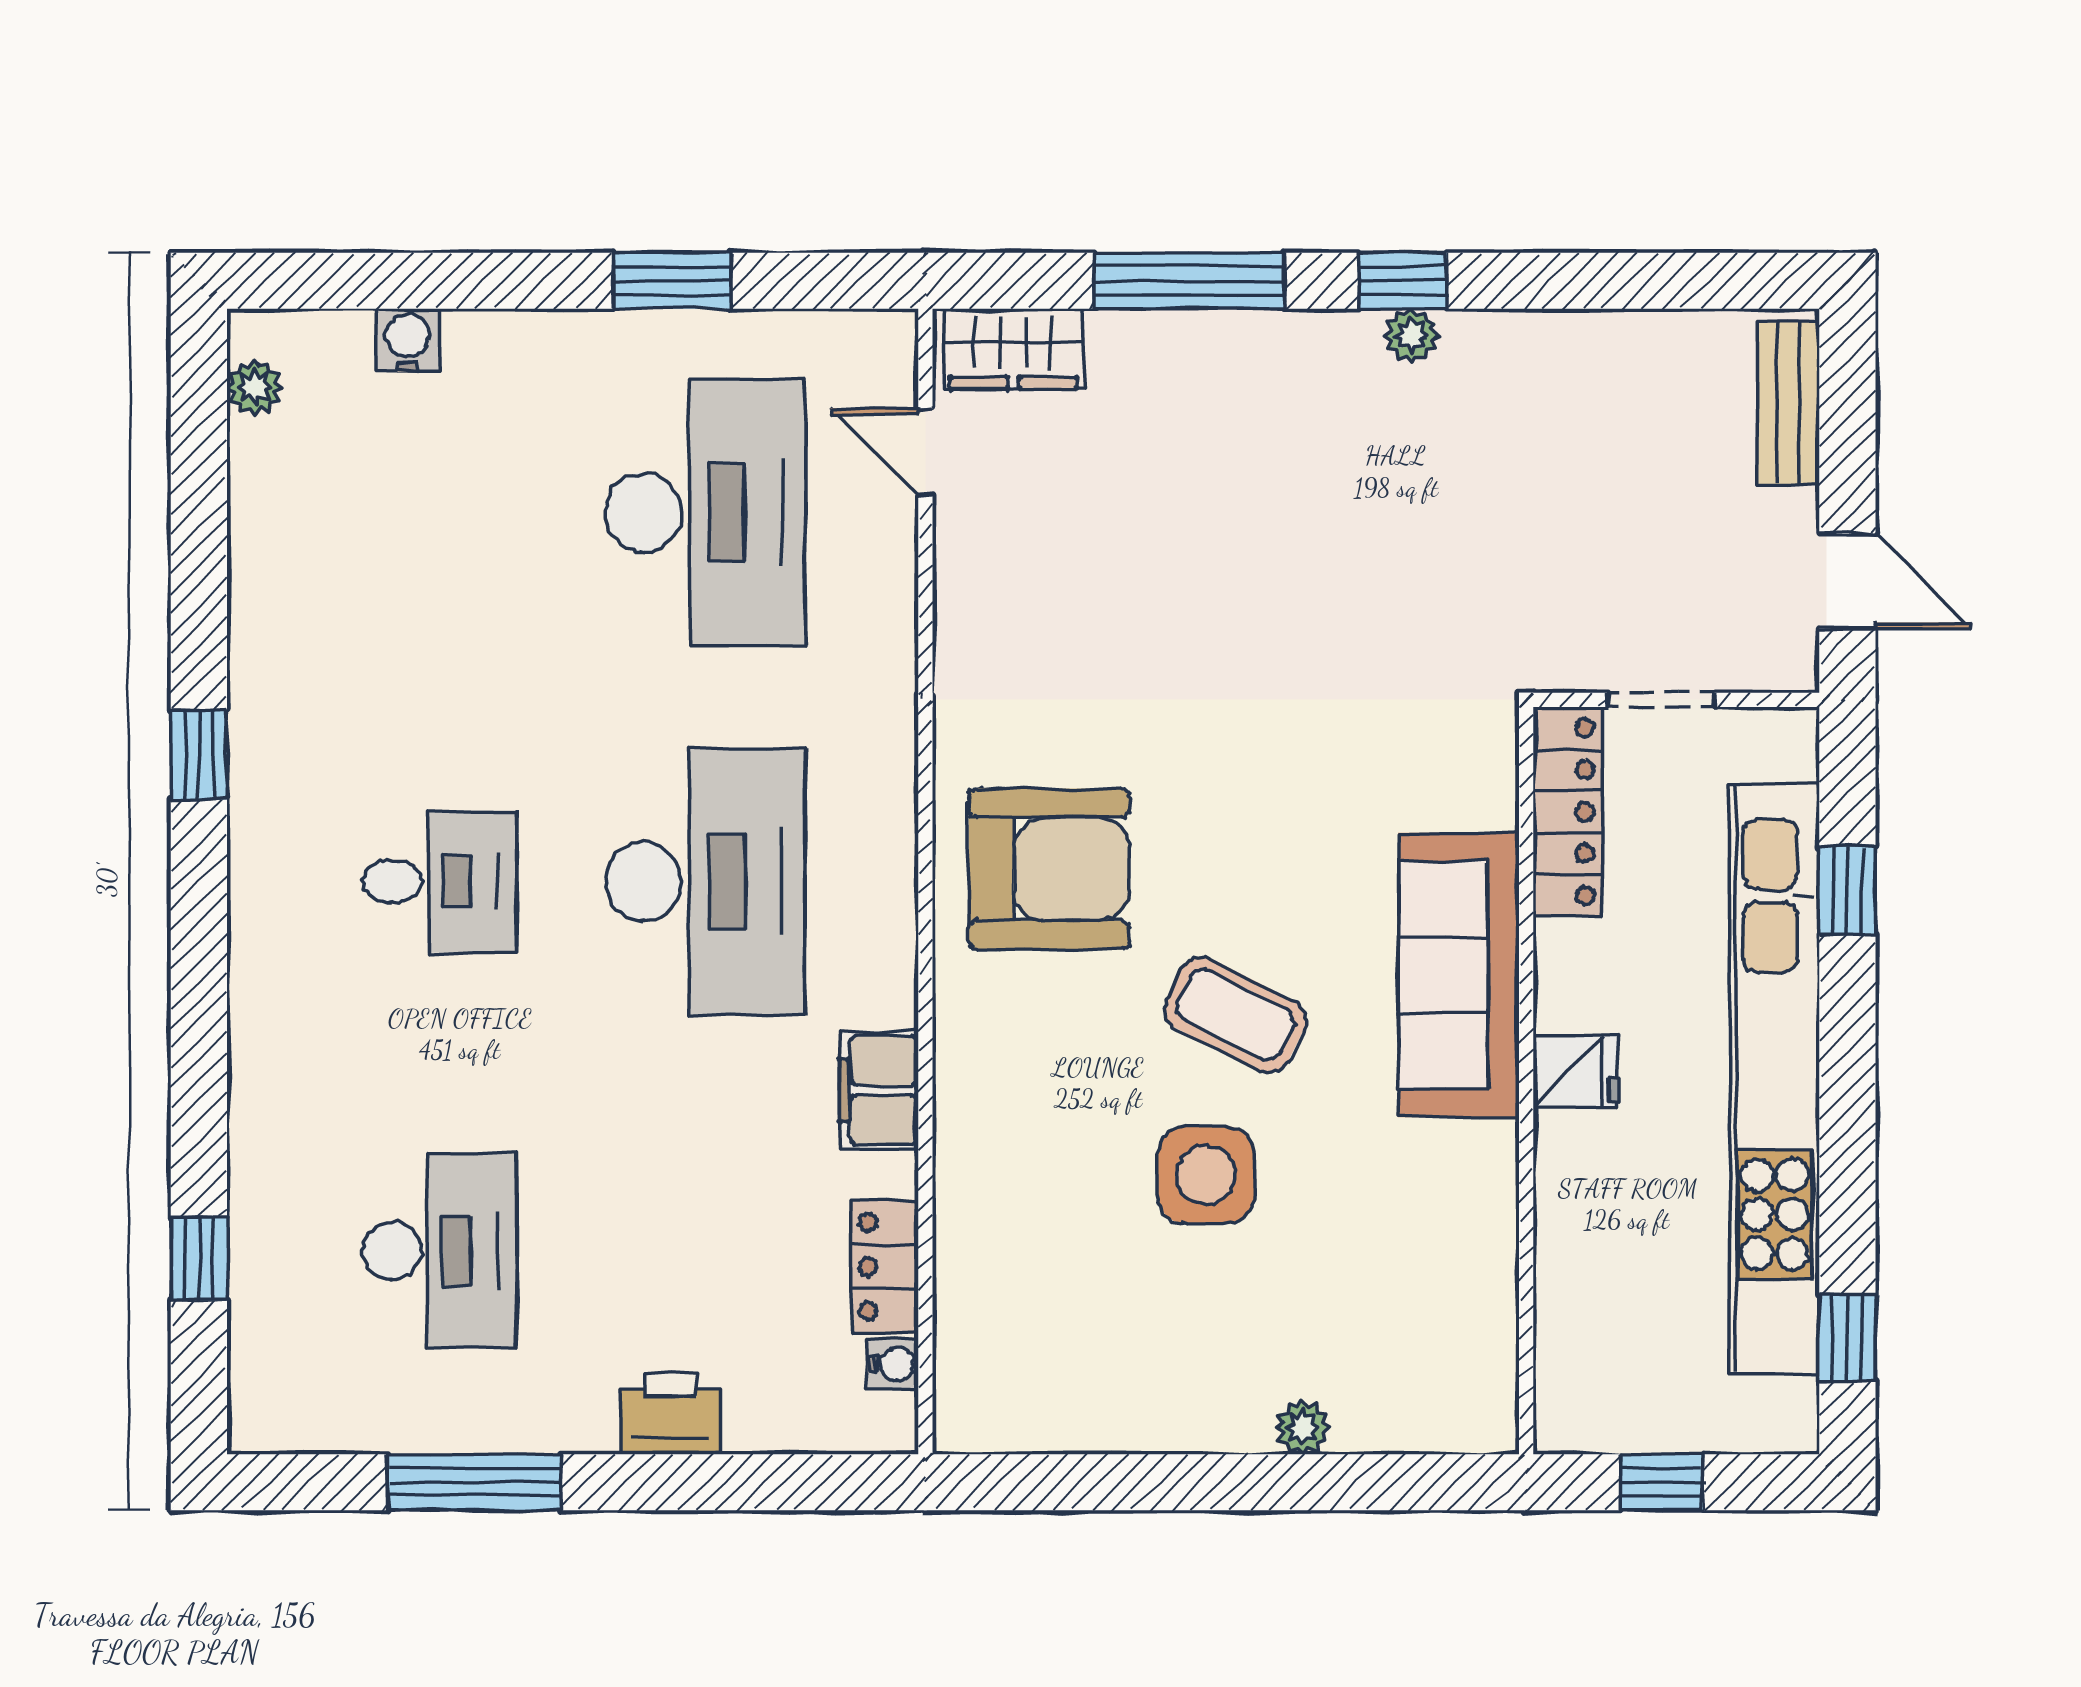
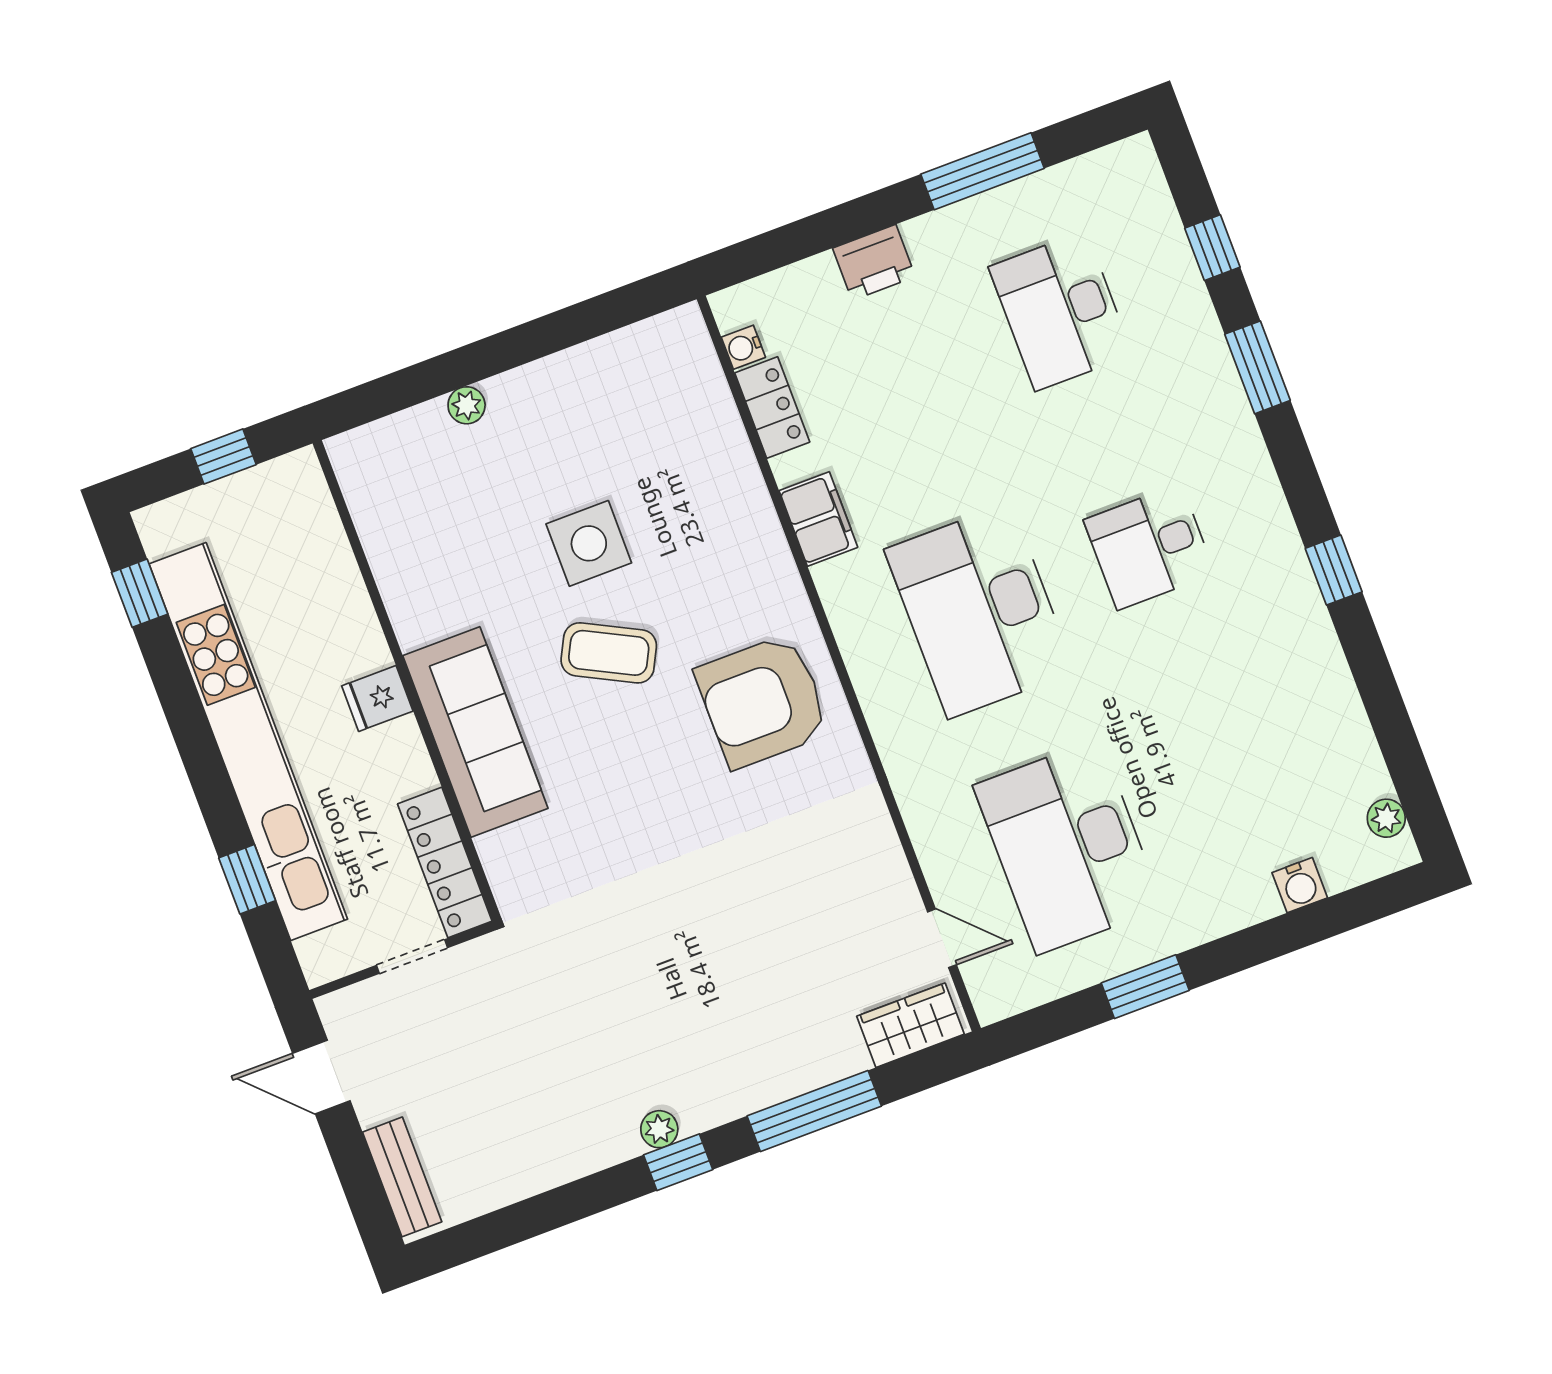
window: (199, 1072) -> (1257, 367), added

